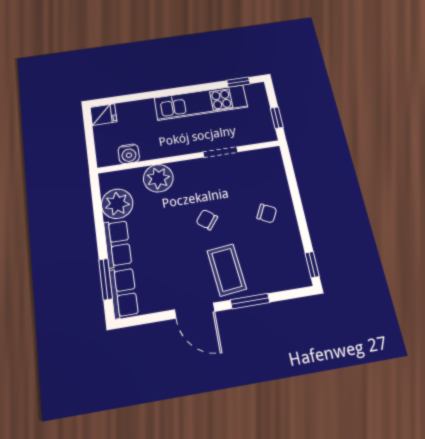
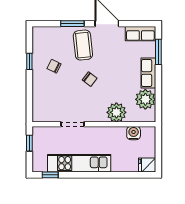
chair: (267, 213) -> (54, 66), moved
window: (312, 265) -> (29, 61), moved
row of seats: (124, 293) -> (140, 34), moved, turned -90

